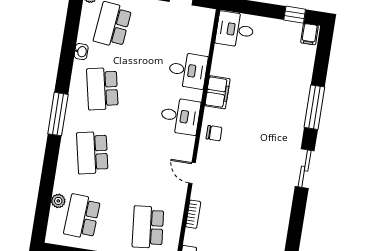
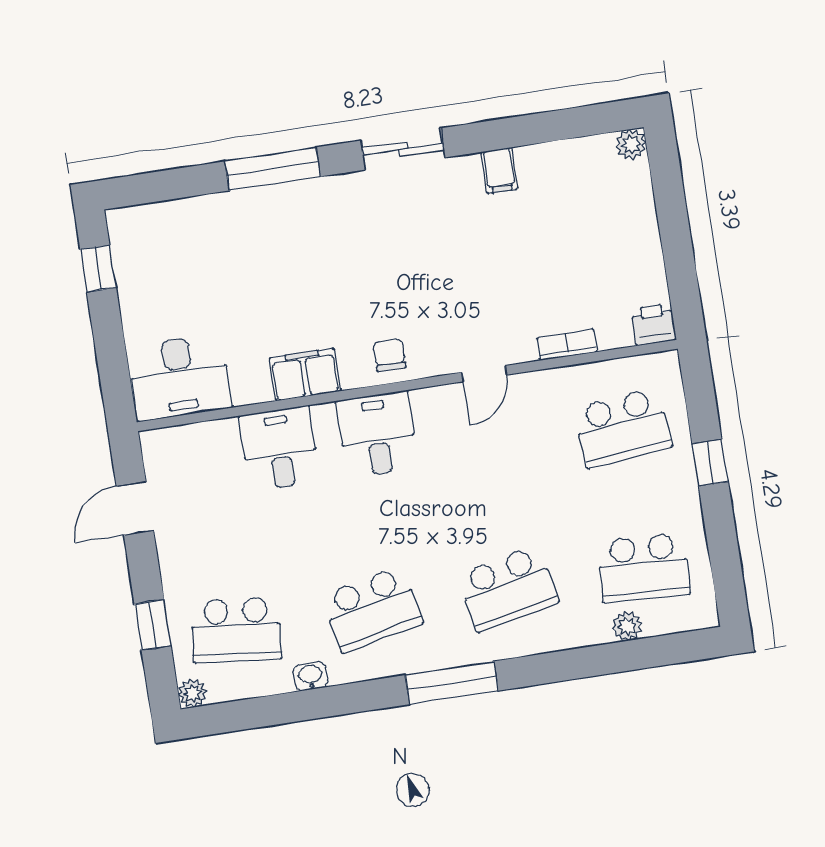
desk: (235, 30) -> (180, 378), width x1.37
filing cabinet: (309, 34) -> (499, 171), moved, turned 90

